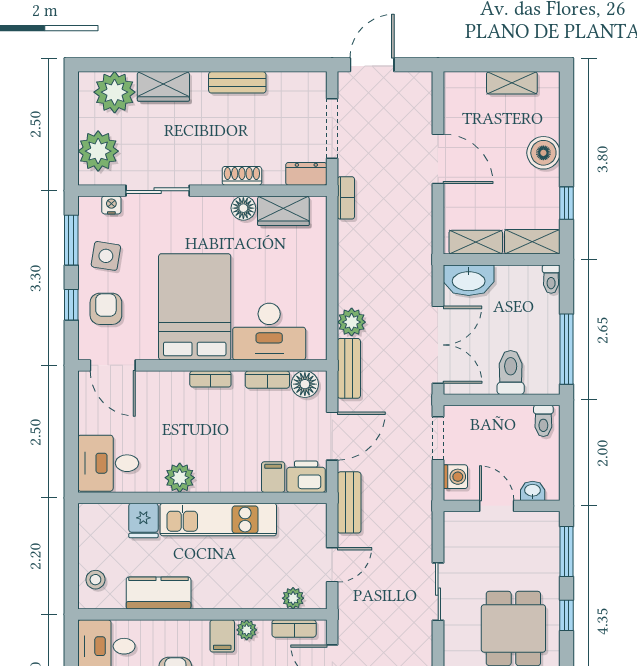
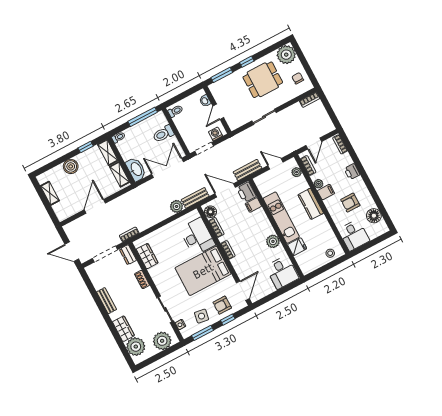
floor lamp: (243, 208) -> (154, 272), removed
kitchen counter: (159, 593) -> (311, 204), moved

